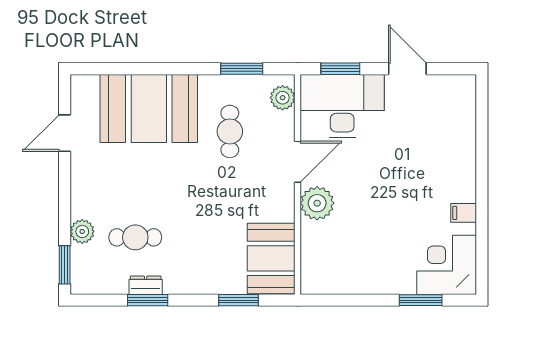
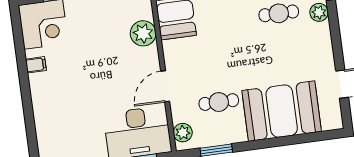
cafe table: (230, 131) -> (219, 102), turned 90
plant: (317, 203) -> (143, 33), moved

